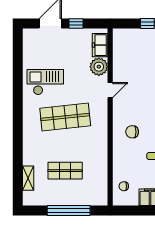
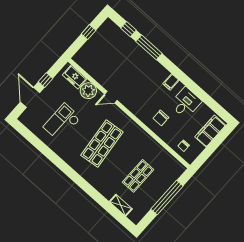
checkout: (45, 82) -> (62, 122), moved
door: (110, 90) -> (111, 97), swing flipped
chair: (132, 132) -> (161, 118), moved

